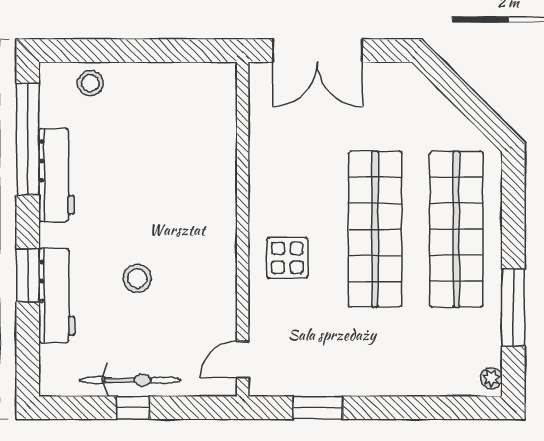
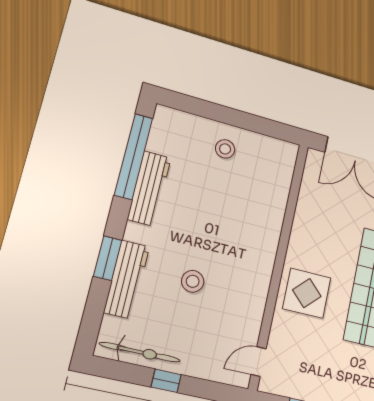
stool: (90, 83) -> (225, 149), moved
display table: (287, 258) -> (307, 293), width x1.36, depth x1.36
bicycle: (130, 380) -> (140, 352), moved

